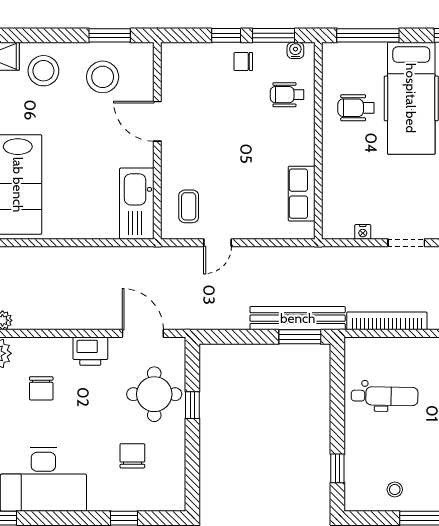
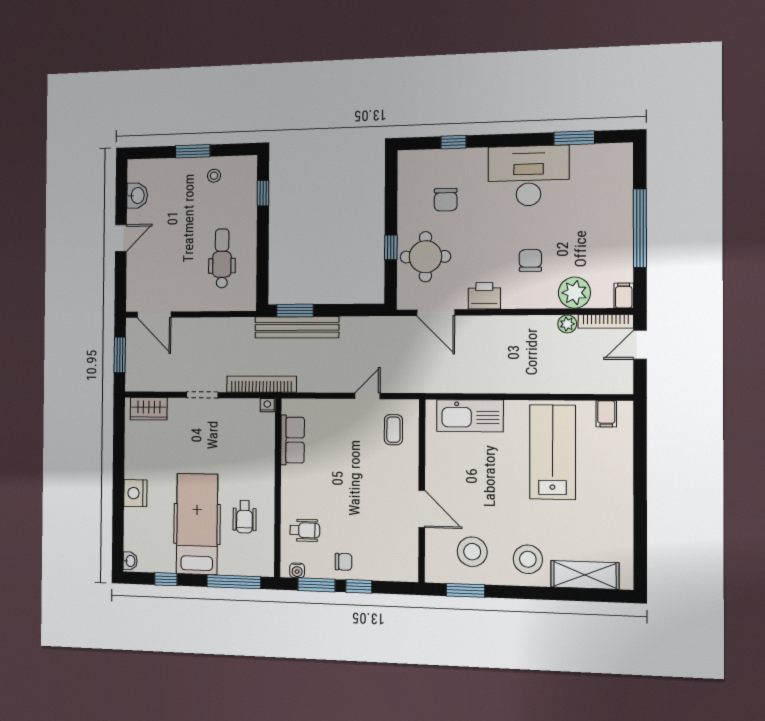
wheelchair: (356, 108) -> (245, 517), turned 90
kitchen sink: (137, 204) -> (470, 416), moved, turned 90
nightstand: (363, 232) -> (267, 405), moved
bookcase: (387, 321) -> (262, 384), moved, turned 180
dental chair: (385, 396) -> (222, 258), turned 89

